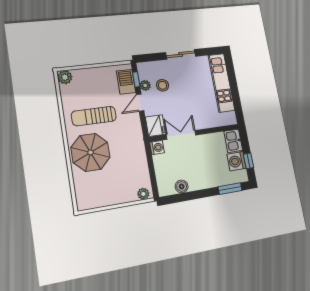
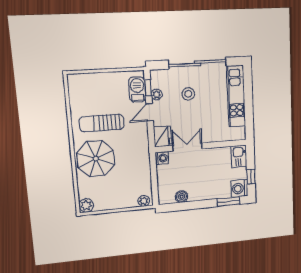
sliding door: (181, 54) -> (198, 63), width x1.86
plant: (65, 77) -> (86, 205), moved
stool: (163, 85) -> (188, 94), moved
washing machine: (237, 161) -> (239, 188), moved

